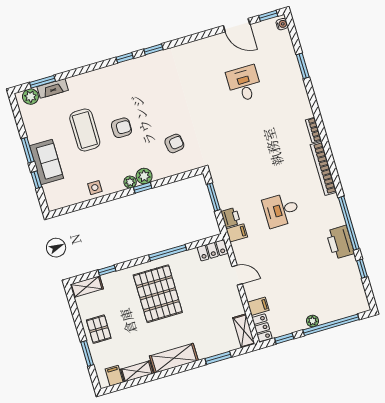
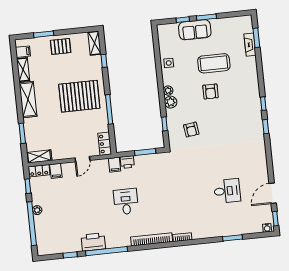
plant: (30, 97) -> (247, 27), removed
window: (143, 188) -> (165, 124), moved

